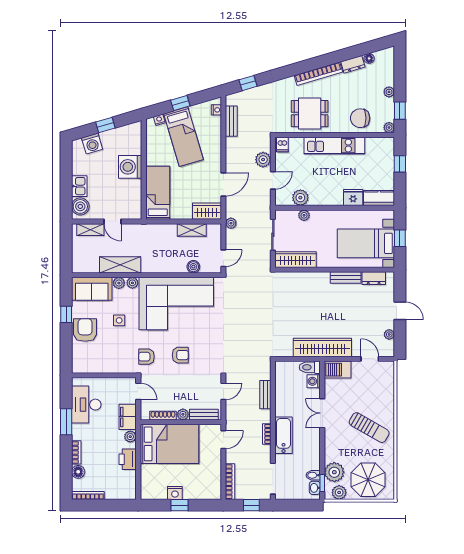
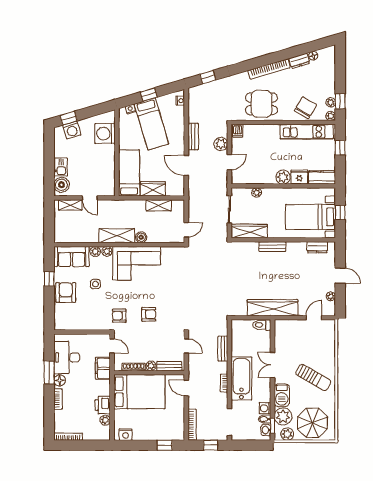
plant: (389, 92) -> (331, 102), moved
chair: (360, 118) -> (305, 108), turned 121
bench: (231, 121) -> (193, 137), moved
window: (105, 125) -> (69, 118), moved
kitchen unit: (334, 146) -> (307, 132), moved
washing machine: (130, 167) -> (105, 134), moved
door: (223, 184) -> (186, 166), swing flipped
plant: (300, 198) -> (283, 177), moved
wardrobe: (207, 211) -> (153, 189), moved
plant: (231, 223) -> (193, 199), removed
shelving: (120, 265) -> (117, 236), moved
boiler: (193, 267) -> (141, 237), moved
bench: (346, 277) -> (272, 247), moved
corner sofa: (176, 304) -> (137, 263), width x0.73, depth x0.74
door: (370, 359) -> (314, 318), hinge flipped
barbecue: (338, 370) -> (282, 395), moved, turned -90
washing machine: (314, 381) -> (265, 408), moved
door: (223, 391) -> (186, 346), hinge flipped
bathtub: (284, 435) -> (241, 378), width x1.36, depth x1.36
plant: (130, 437) -> (105, 420), moved
door: (223, 440) -> (186, 388), swing flipped
floor lamp: (78, 472) -> (60, 380), moved
nightstand: (175, 493) -> (126, 435), moved
window: (179, 505) -> (165, 445), moved

